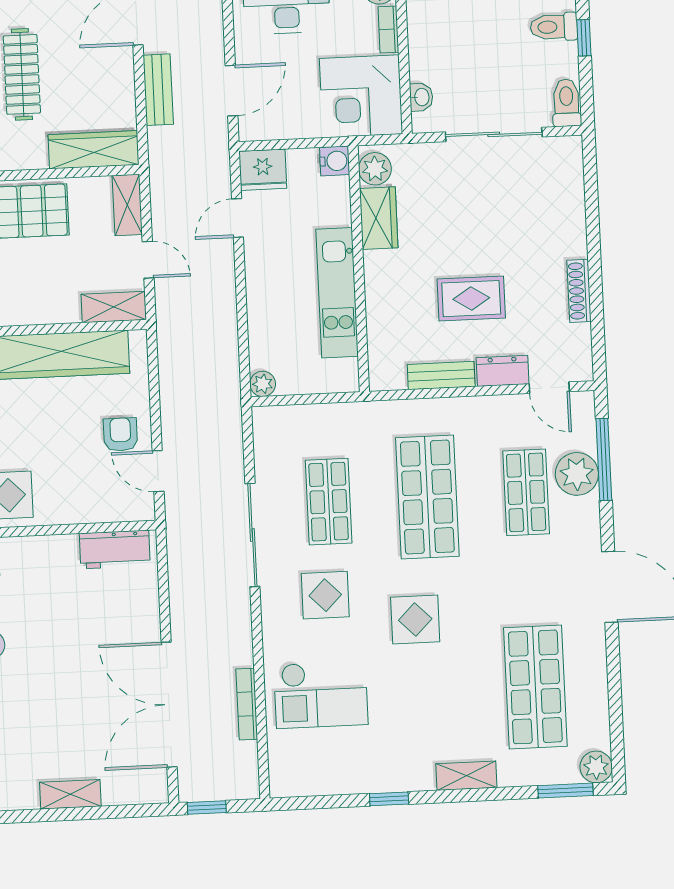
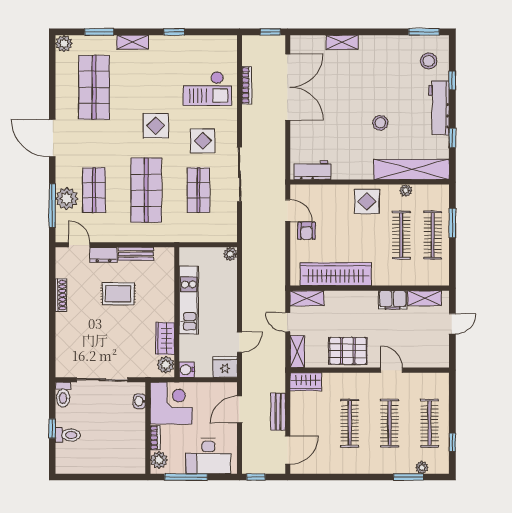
wardrobe: (94, 150) -> (306, 382), width x0.67
checkout: (321, 695) -> (207, 89), turned 180
window: (566, 791) -> (99, 32), moved

